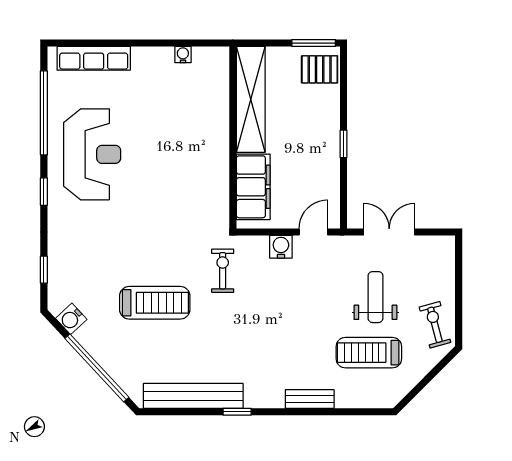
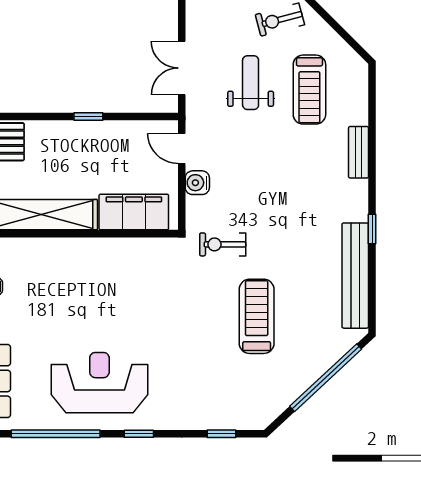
weight bench: (375, 297) -> (251, 83), turned 90
water cooler: (71, 319) -> (274, 405), removed

